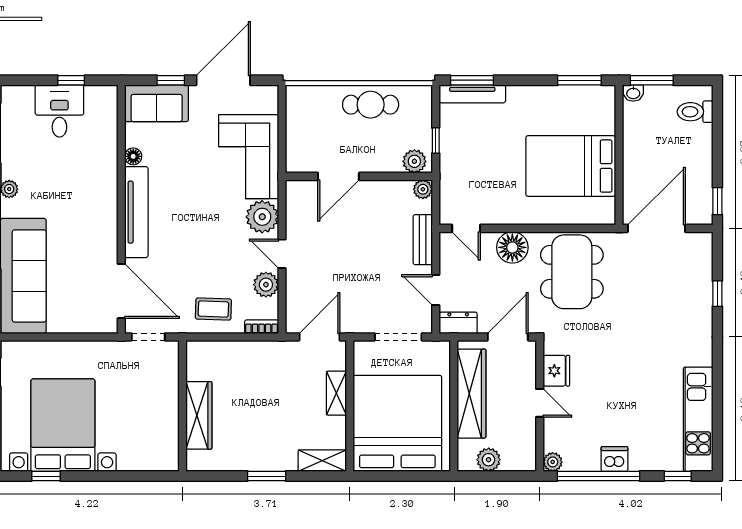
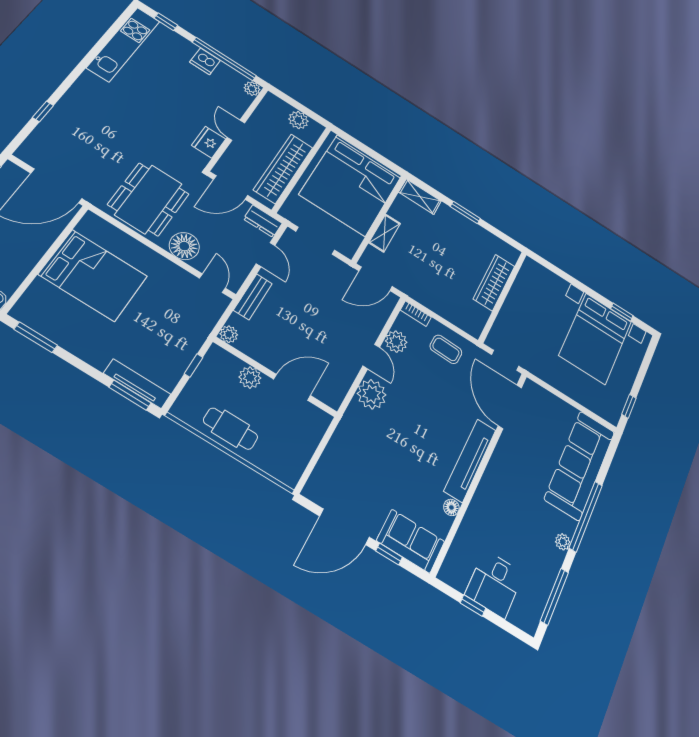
corner sofa: (249, 157) -> (357, 449), removed
plant: (414, 161) -> (250, 378), moved

